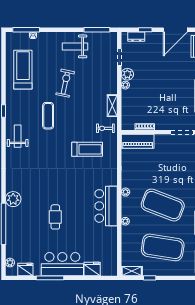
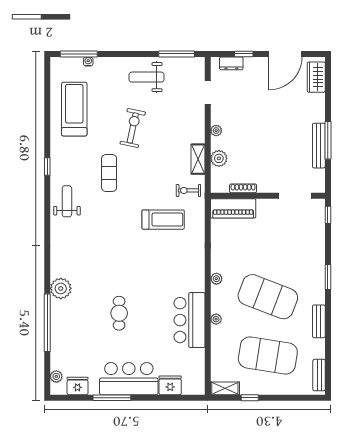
plant: (127, 74) -> (219, 158), moved
bar counter: (106, 206) -> (189, 320), moved

